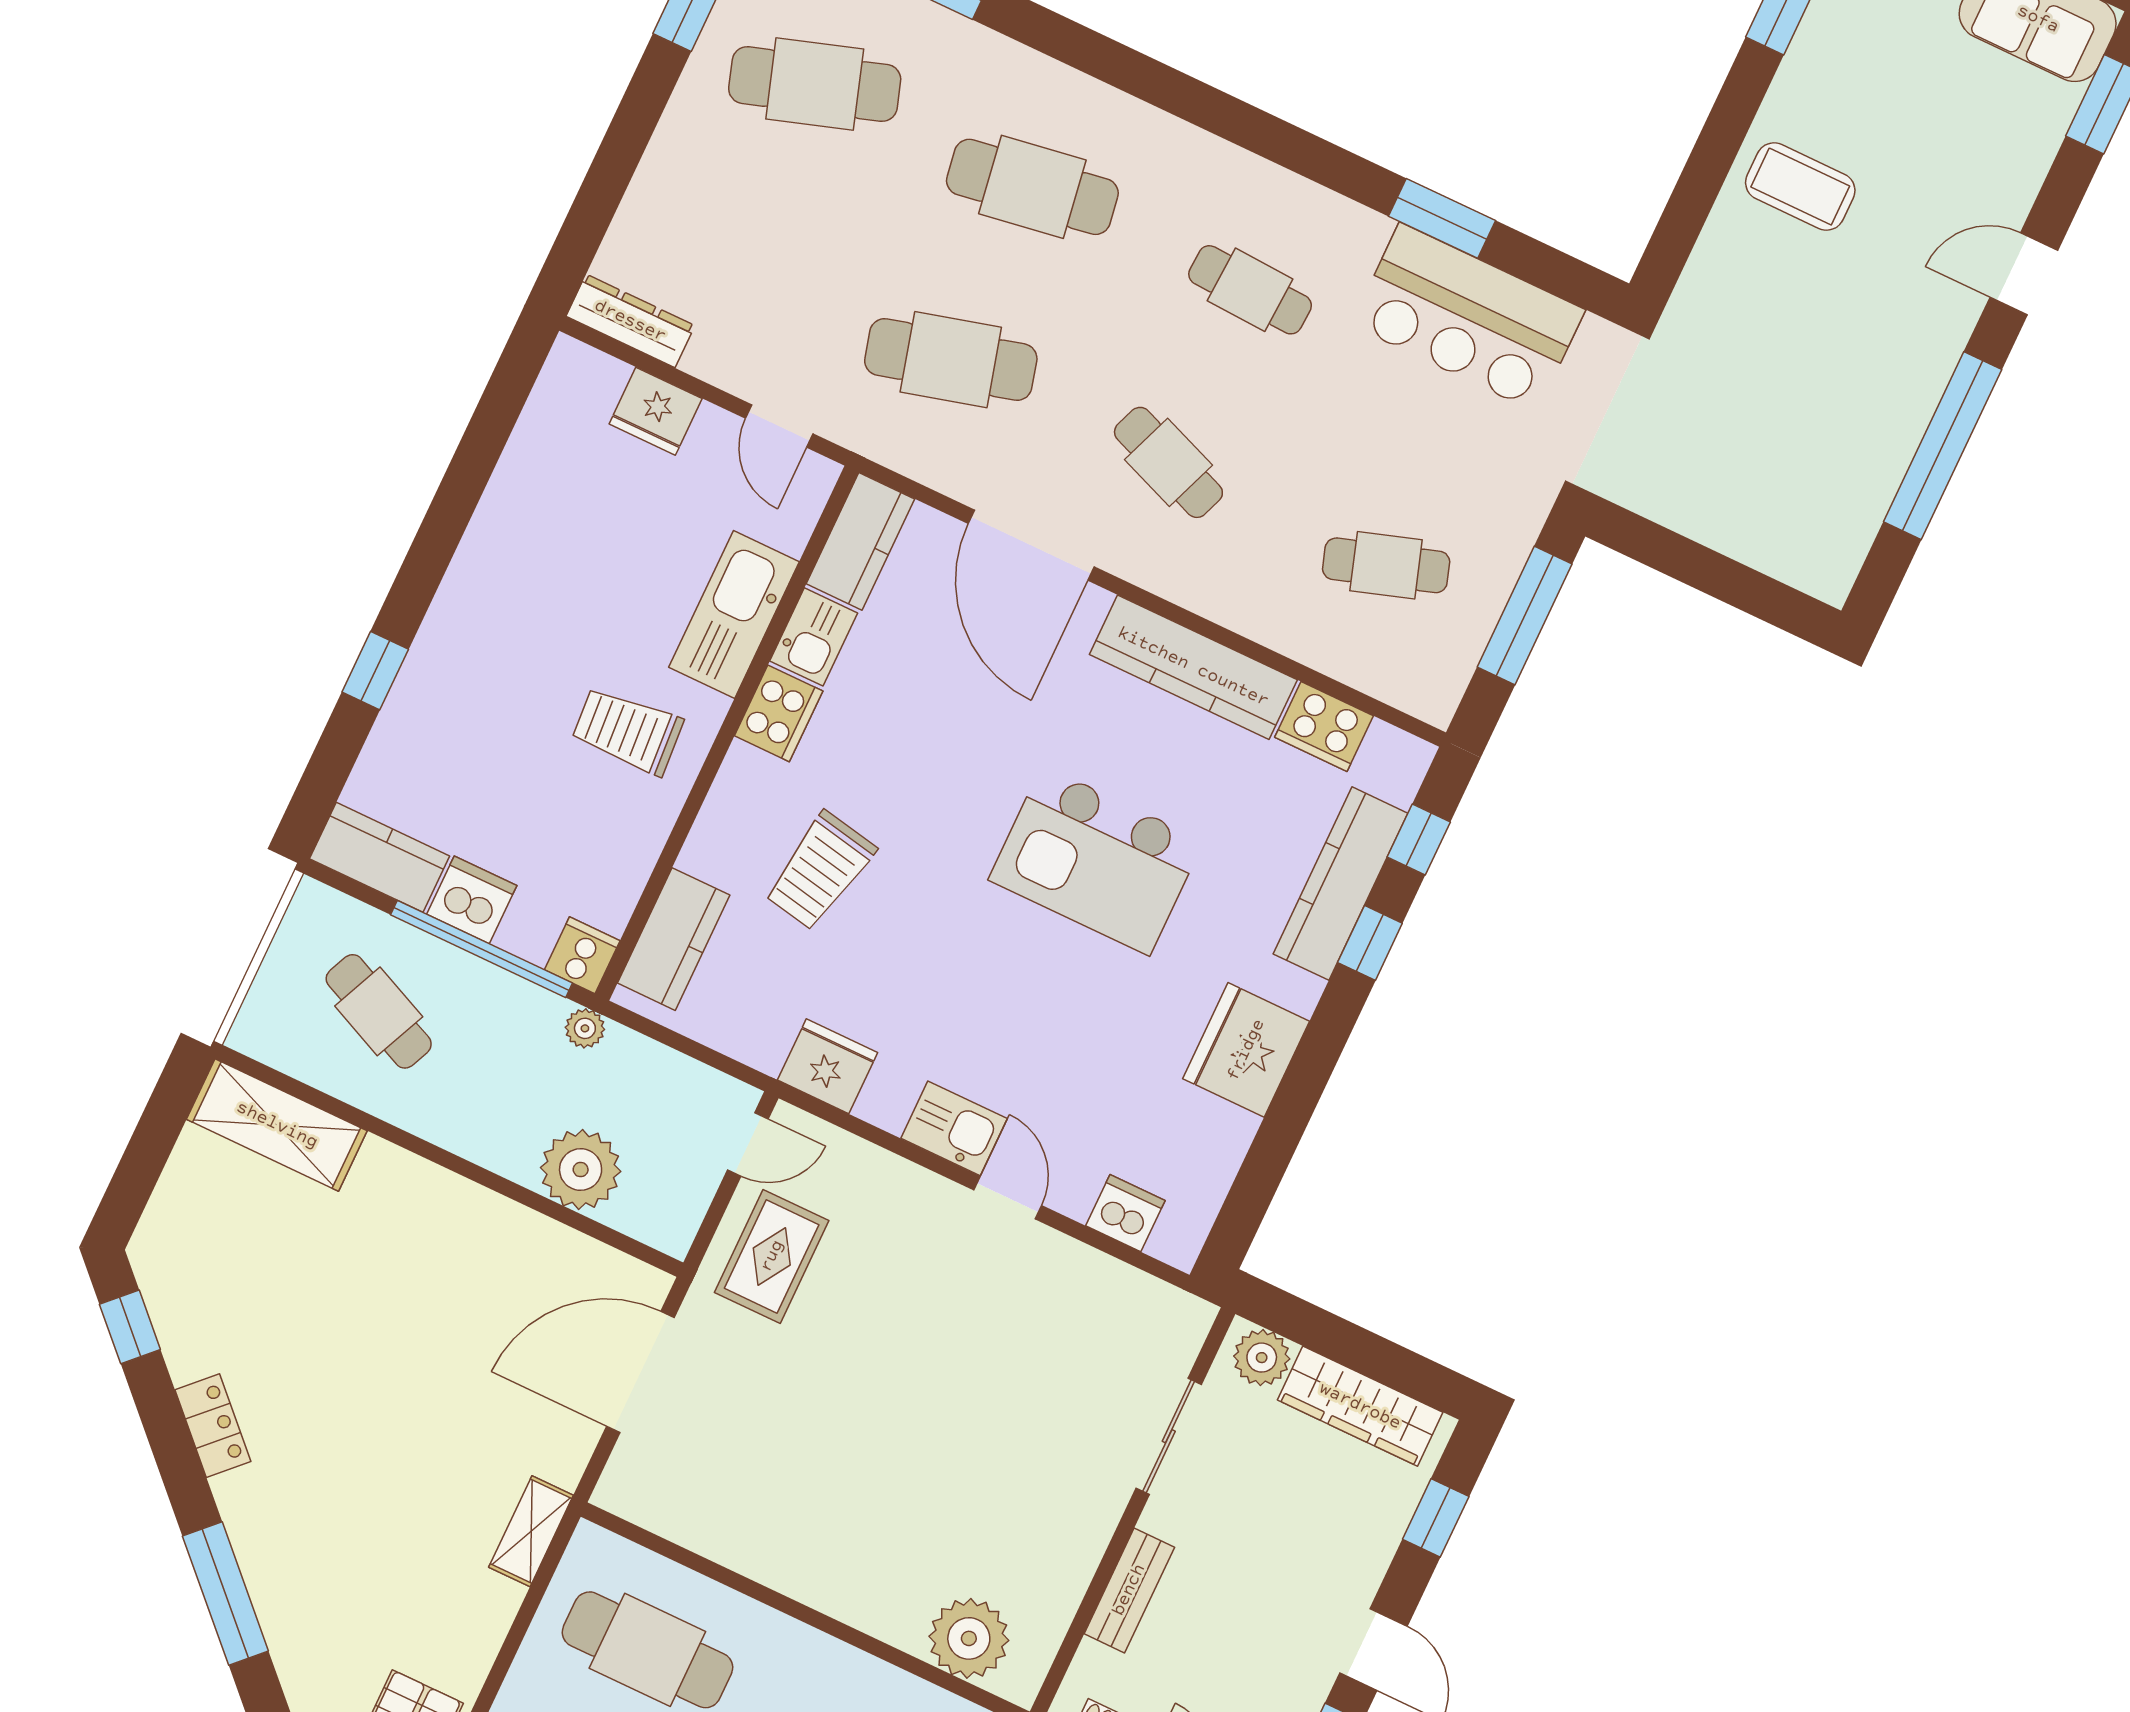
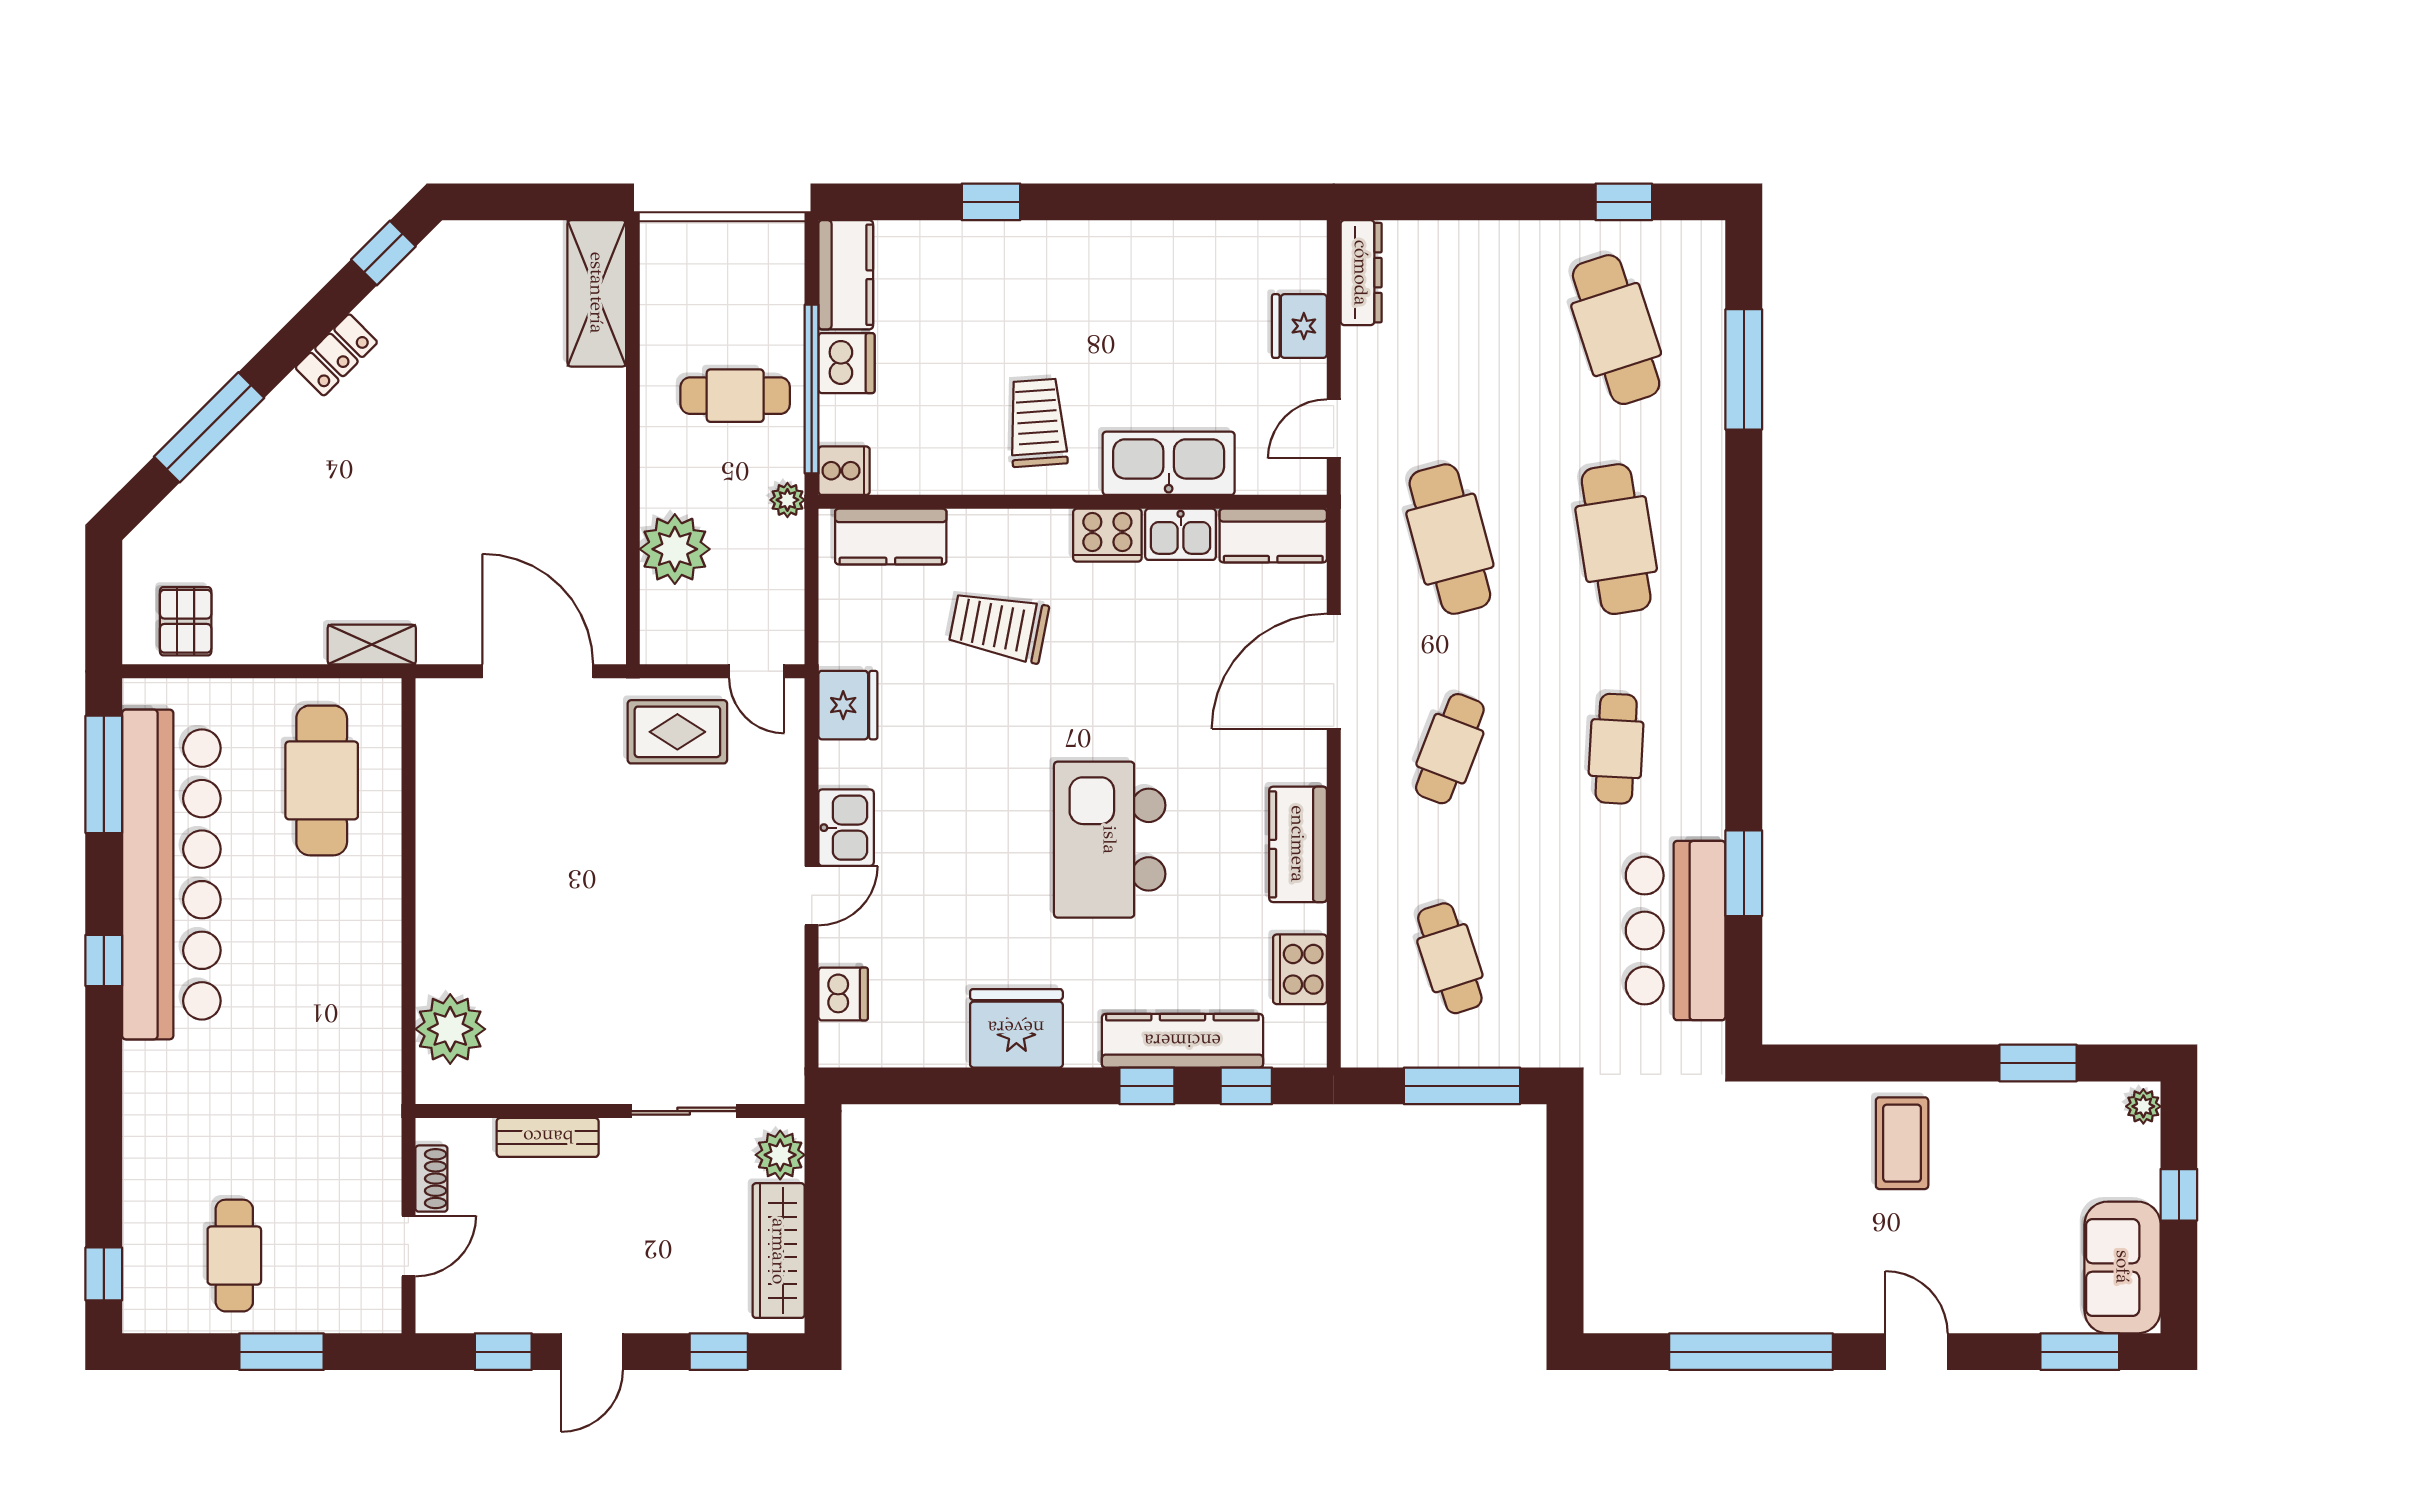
kitchen counter: (1193, 667) -> (1298, 844), width x0.67
cafe table: (379, 1011) -> (735, 396), moved, turned 66

